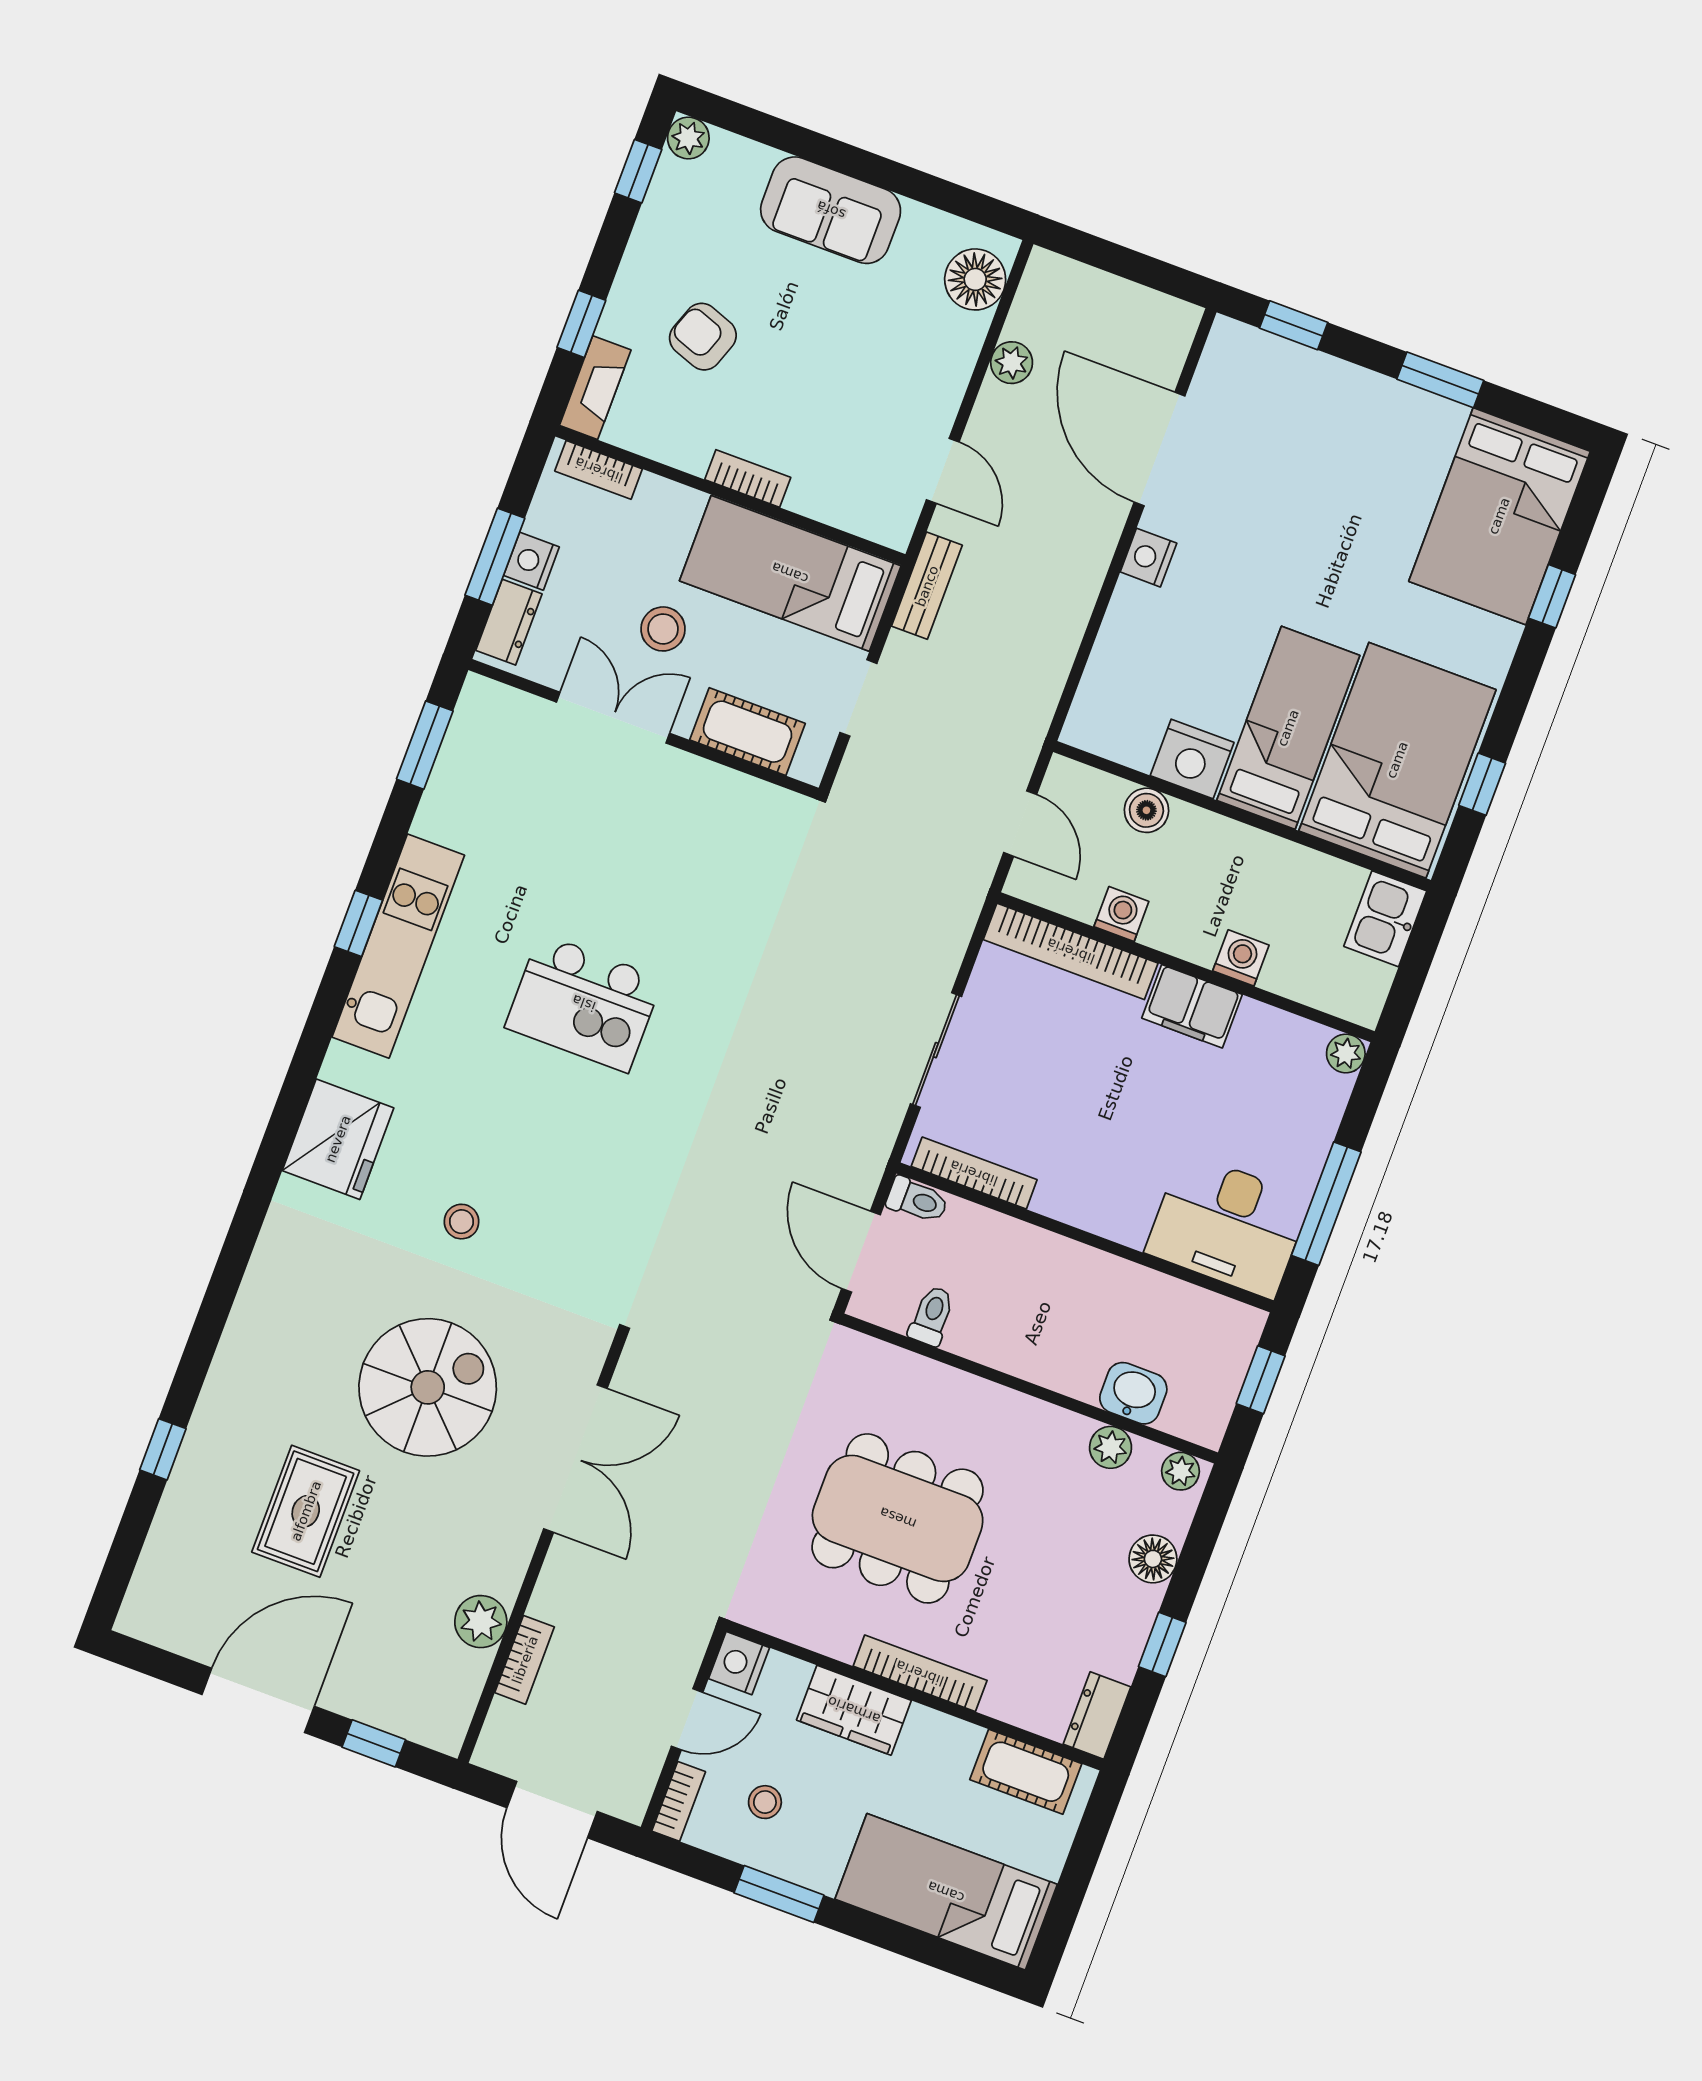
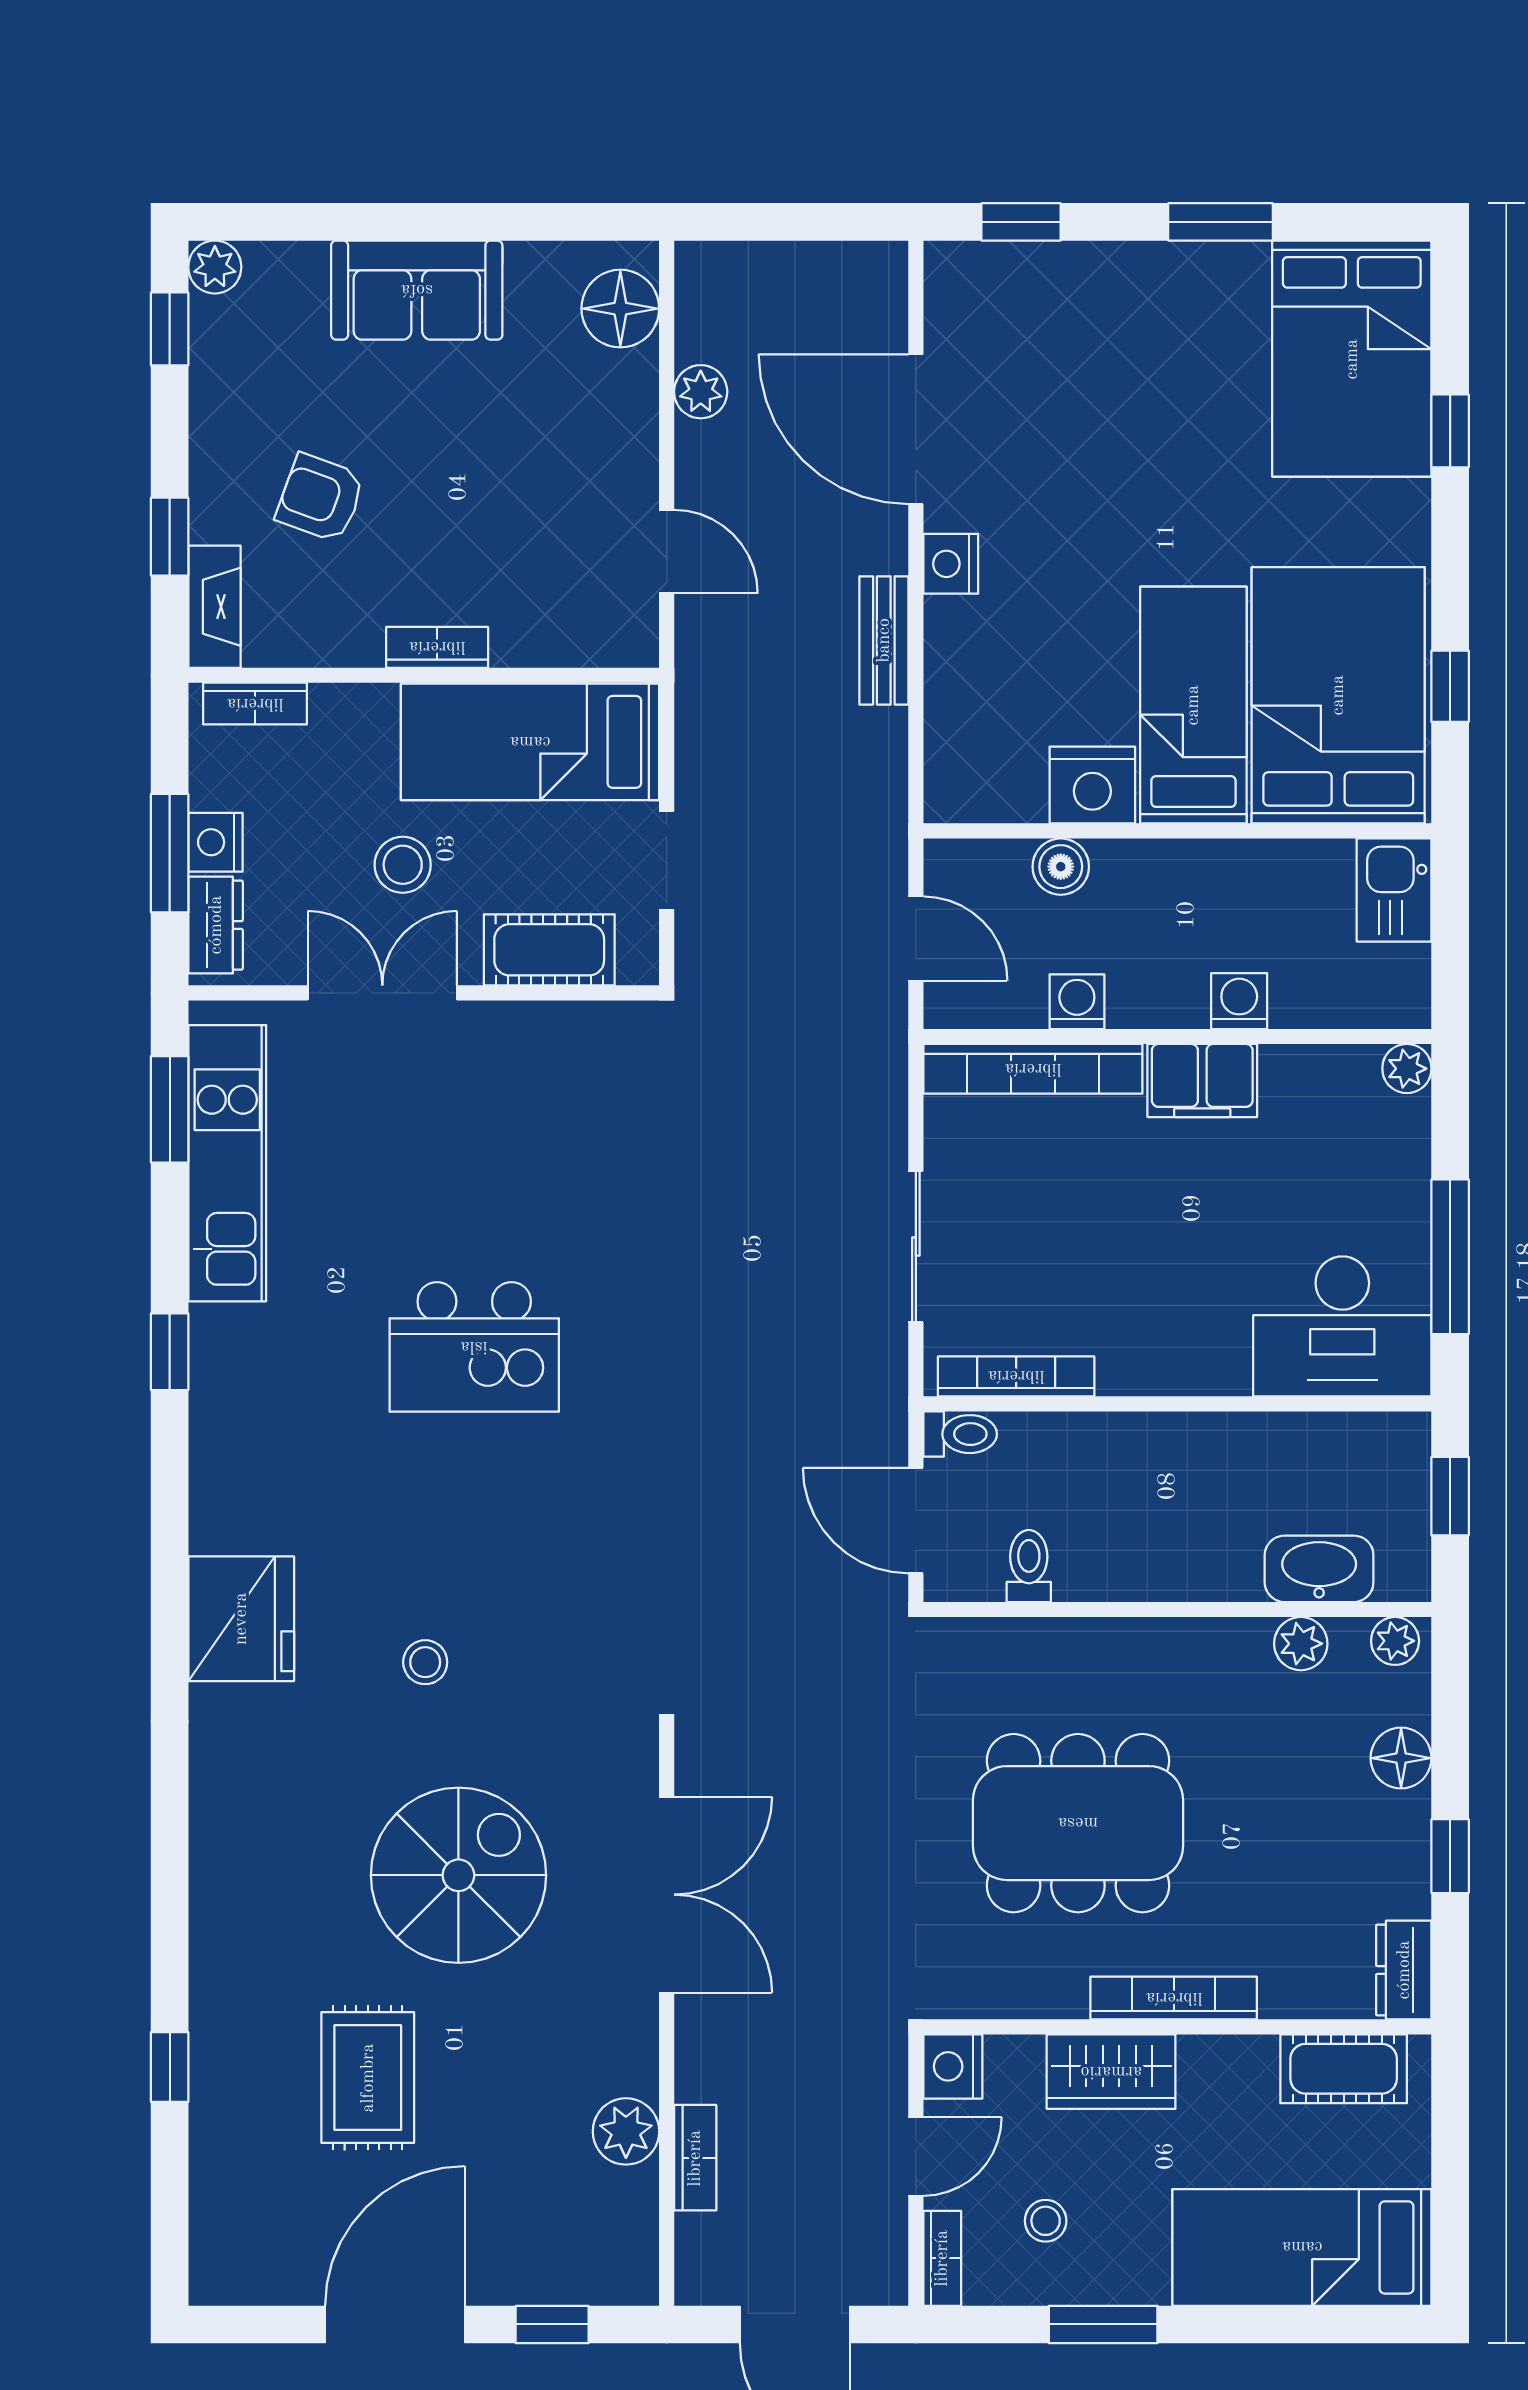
bench: (927, 586) -> (884, 640), moved
kitchen unit: (398, 946) -> (227, 1163), moved
washbasin: (1133, 1393) -> (1319, 1569), width x1.38

